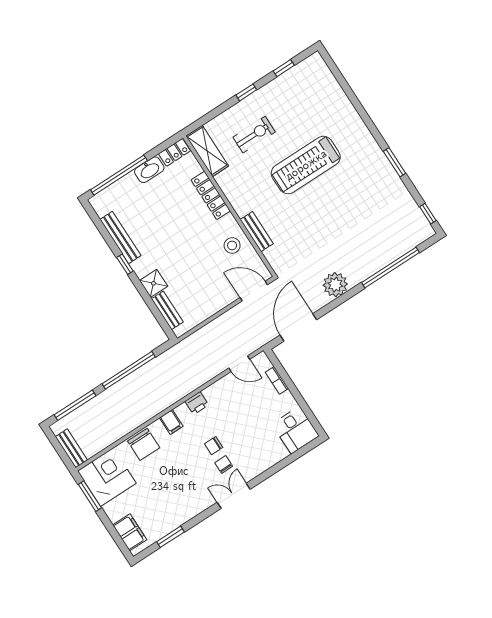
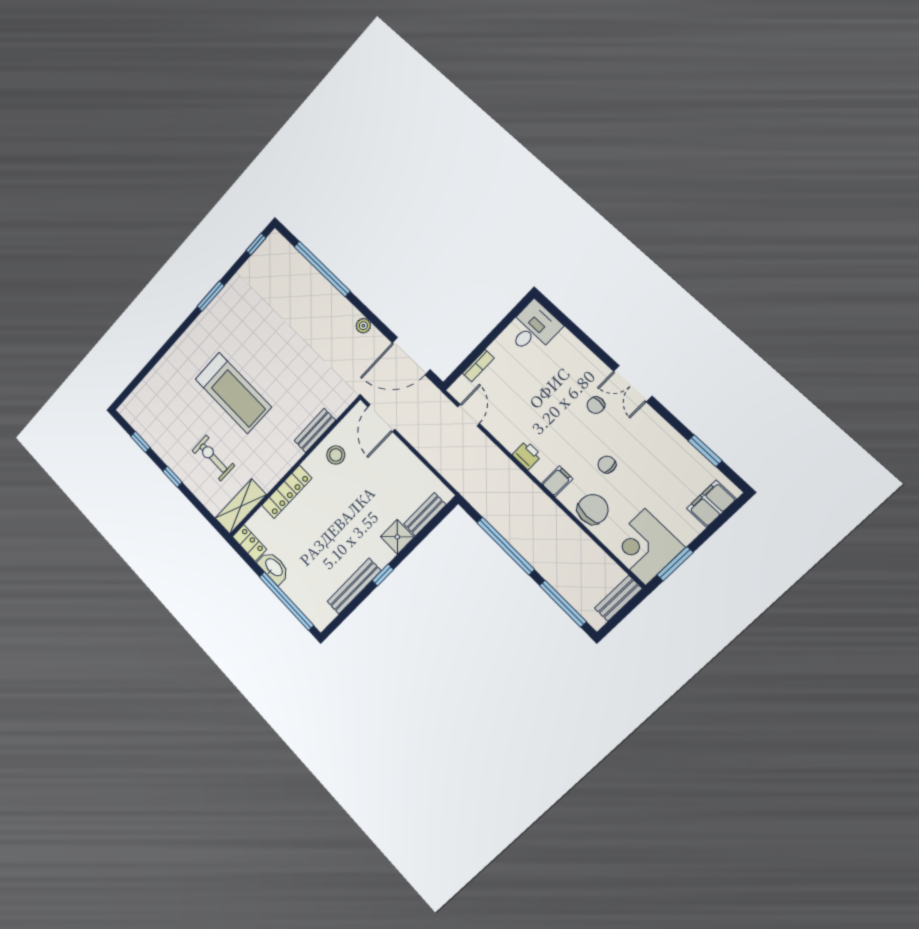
plant: (335, 285) -> (363, 326), width x0.53, depth x0.53
chair: (214, 446) -> (607, 465), moved, turned 180

